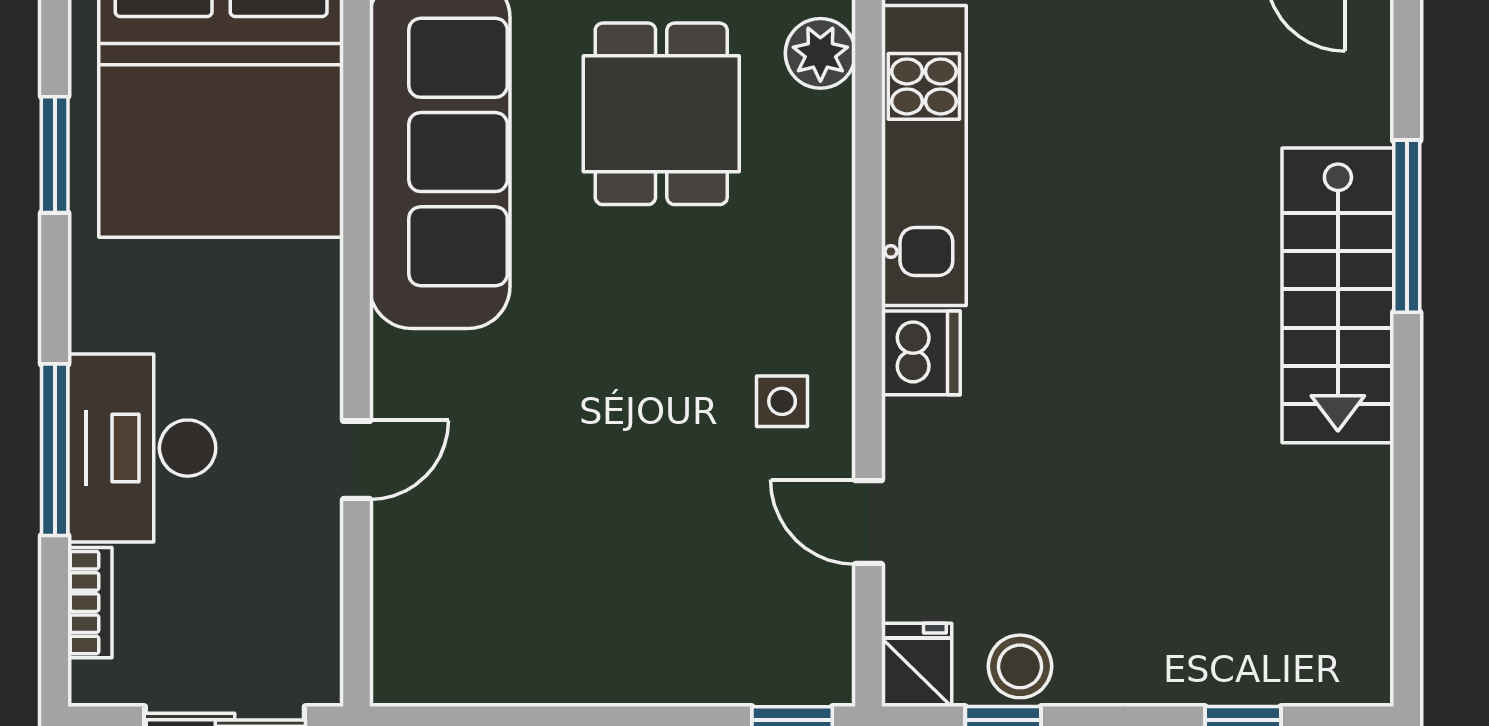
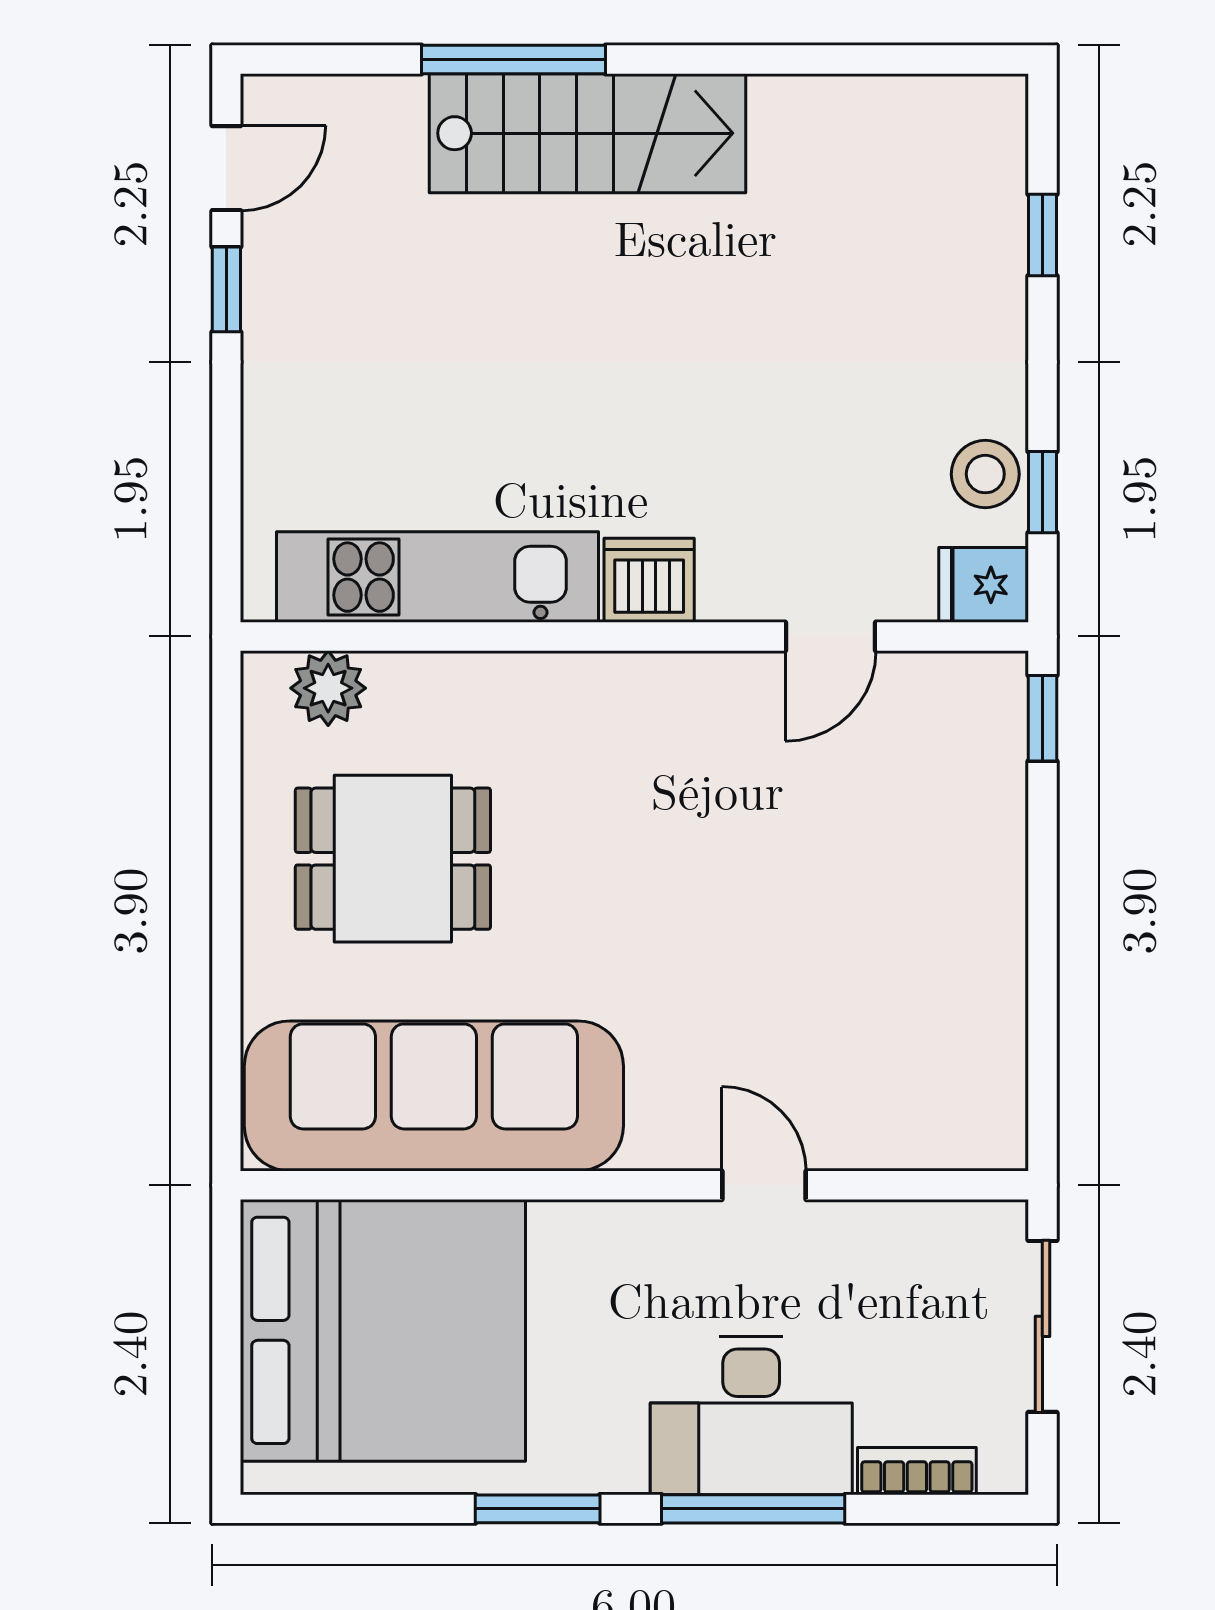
window: (55, 155) -> (538, 1509), moved
side table: (782, 401) -> (701, 729), removed

